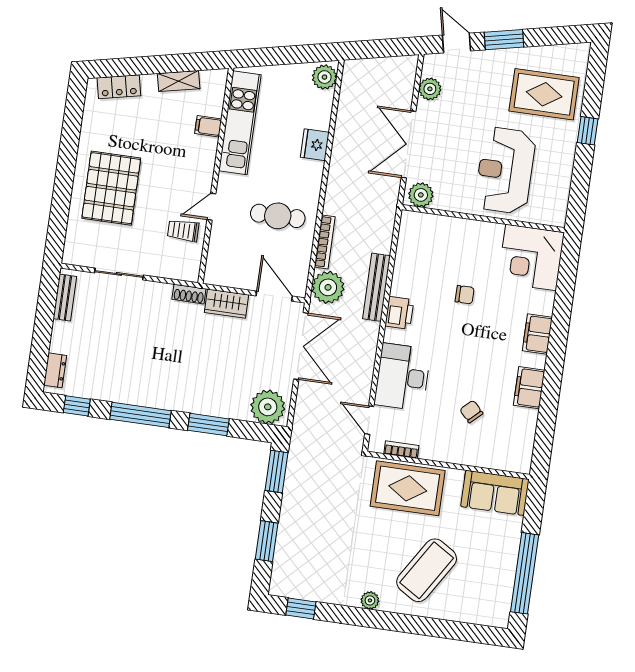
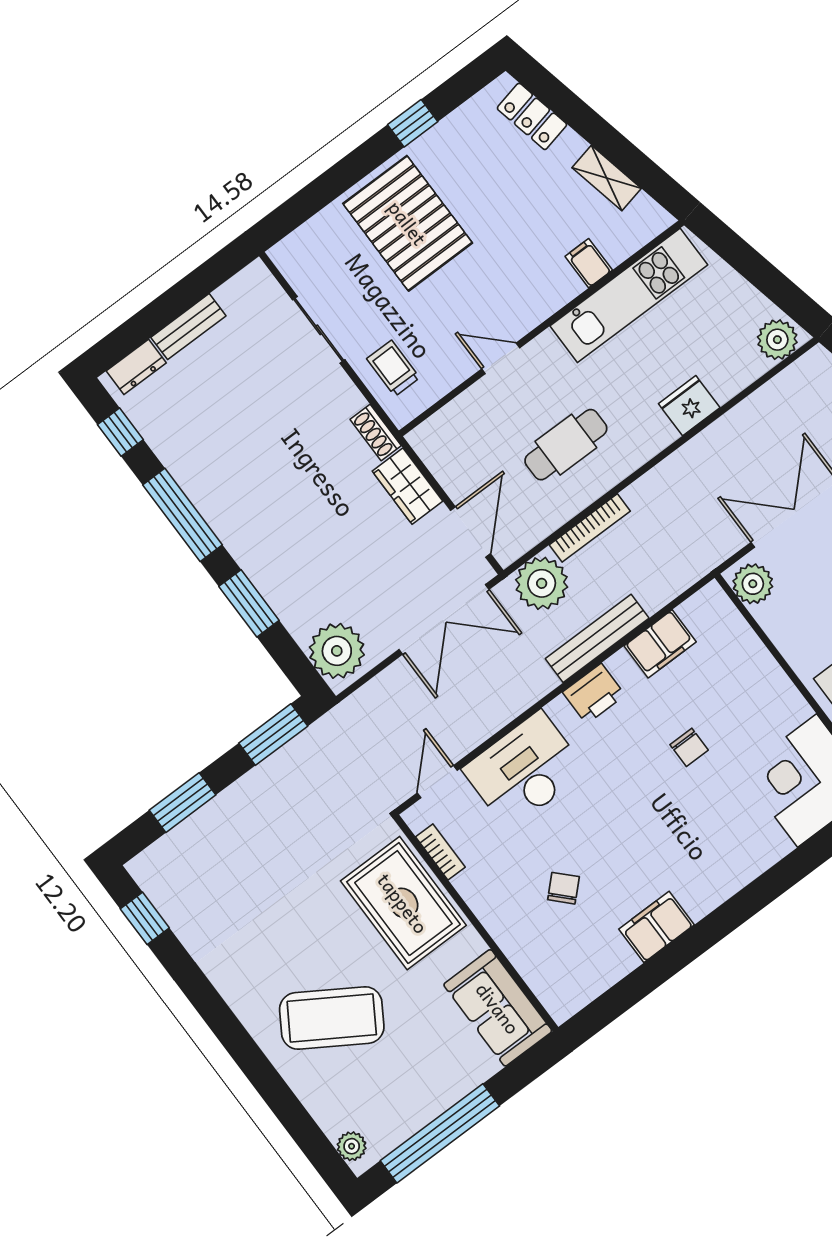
window: (70, 142) -> (413, 123), added
pallet: (111, 188) -> (408, 223), turned 90
cafe table: (278, 216) -> (566, 445), turned 90
trolley: (183, 231) -> (393, 368), moved
bench: (65, 298) -> (188, 327), moved
filing cabinet: (537, 334) -> (660, 644), moved, turned 180
plant: (370, 600) -> (352, 1146), moved

